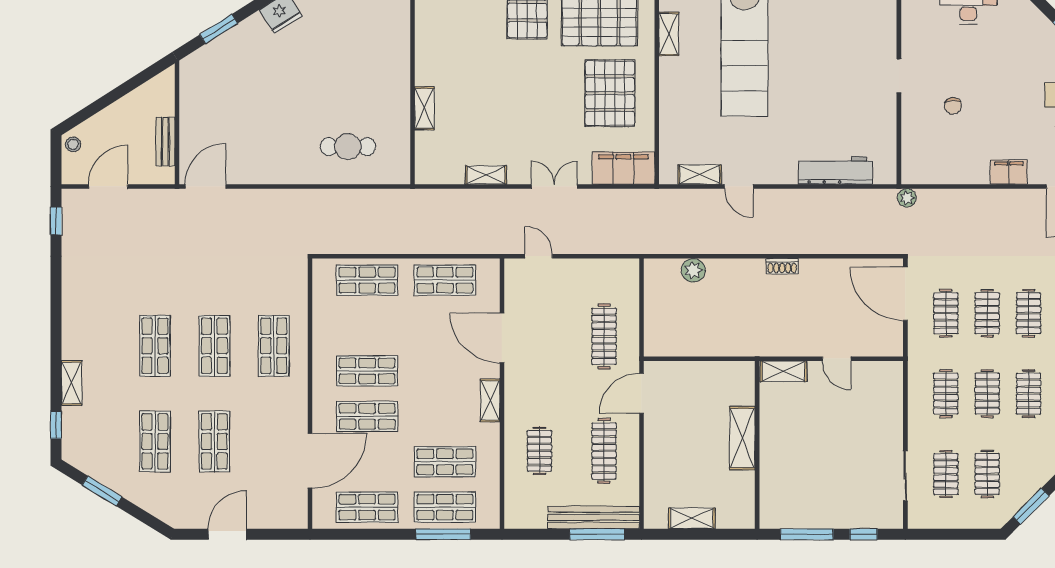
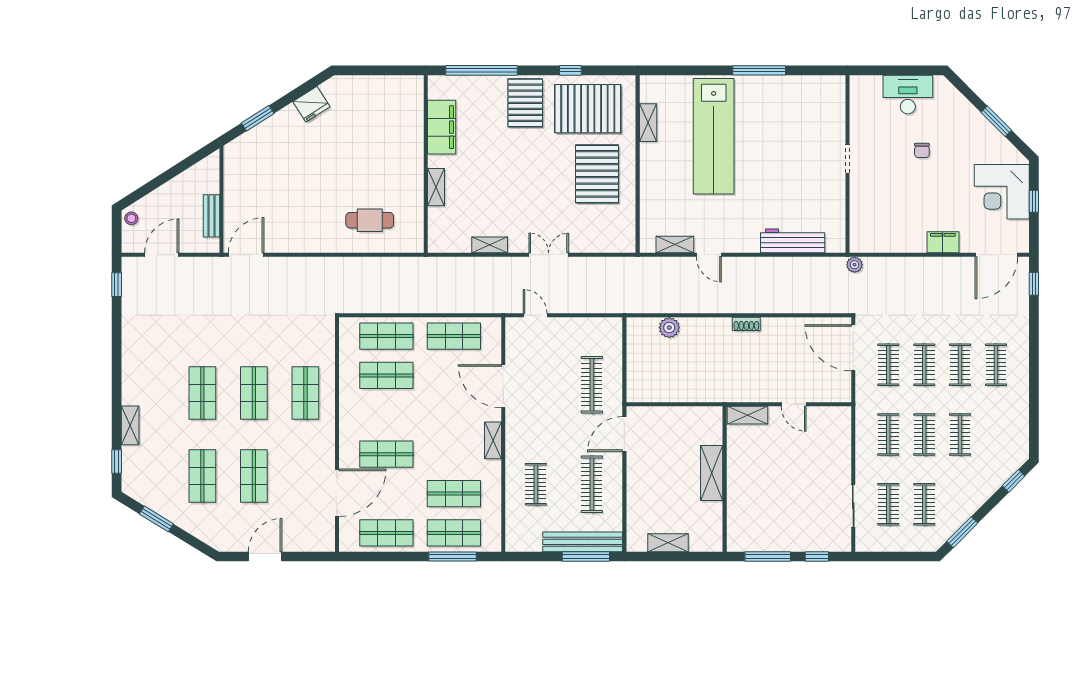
chair: (953, 106) -> (922, 150), moved
filing cabinet: (623, 168) -> (442, 127), moved, turned 90
shop shelf: (367, 371) -> (386, 375), moved

